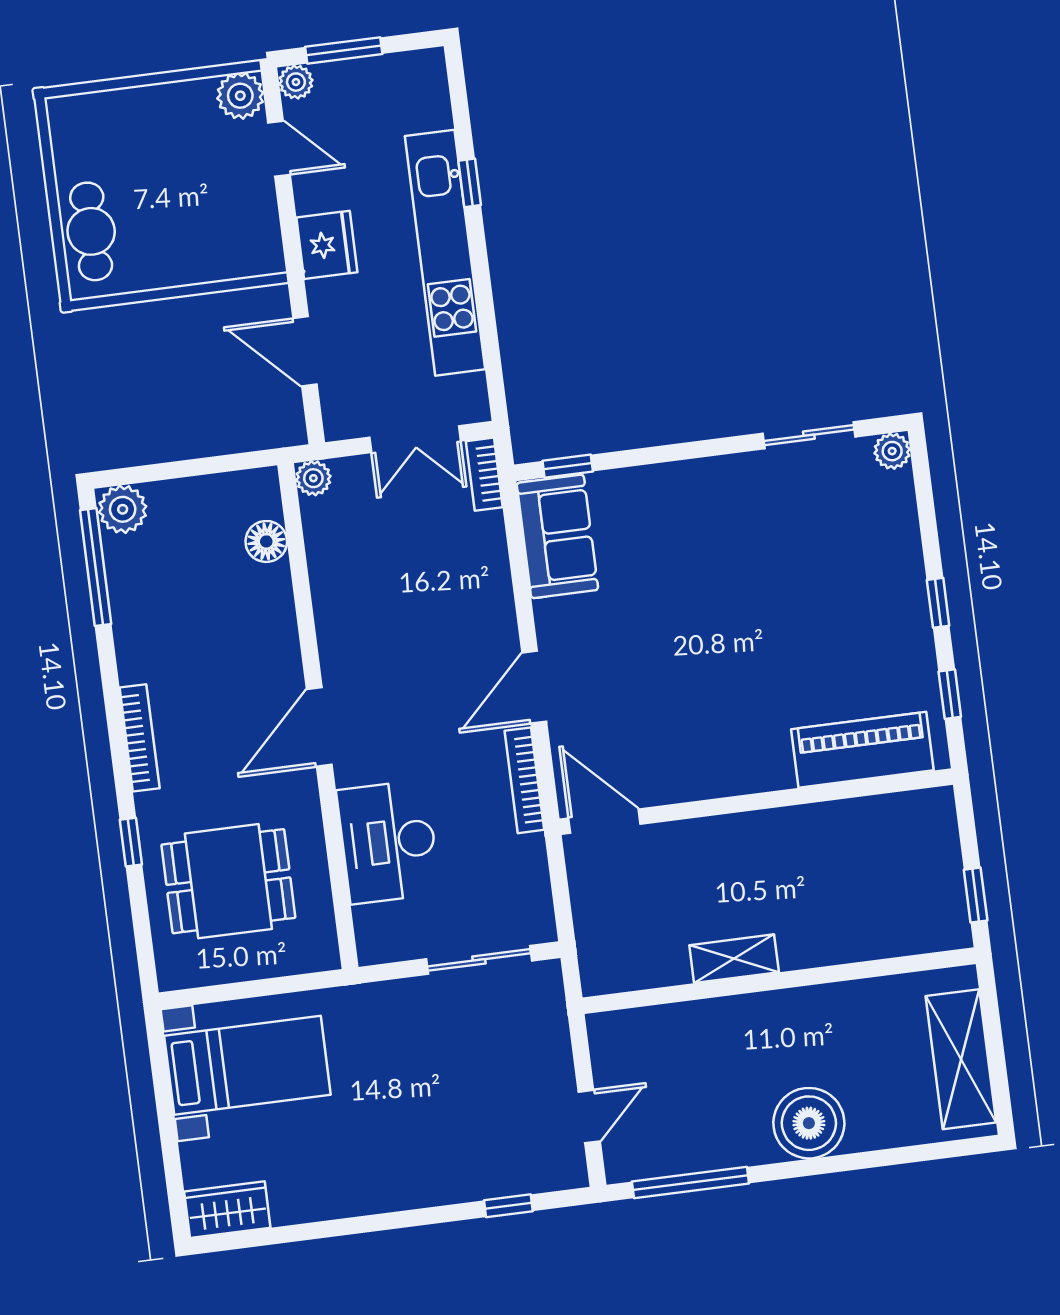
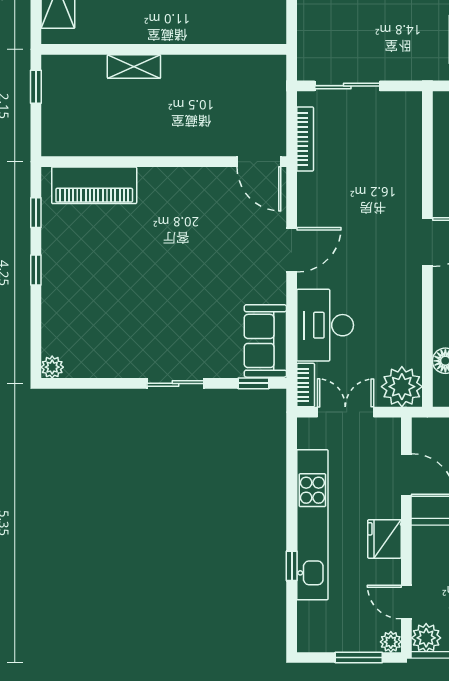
sliding door: (809, 435) -> (175, 383), moved
plant: (313, 478) -> (402, 387), width x1.88, depth x1.88
bookcase: (524, 780) -> (305, 139), moved
desk: (388, 842) -> (325, 325), moved, turned 180
shelving: (734, 959) -> (134, 67), moved

